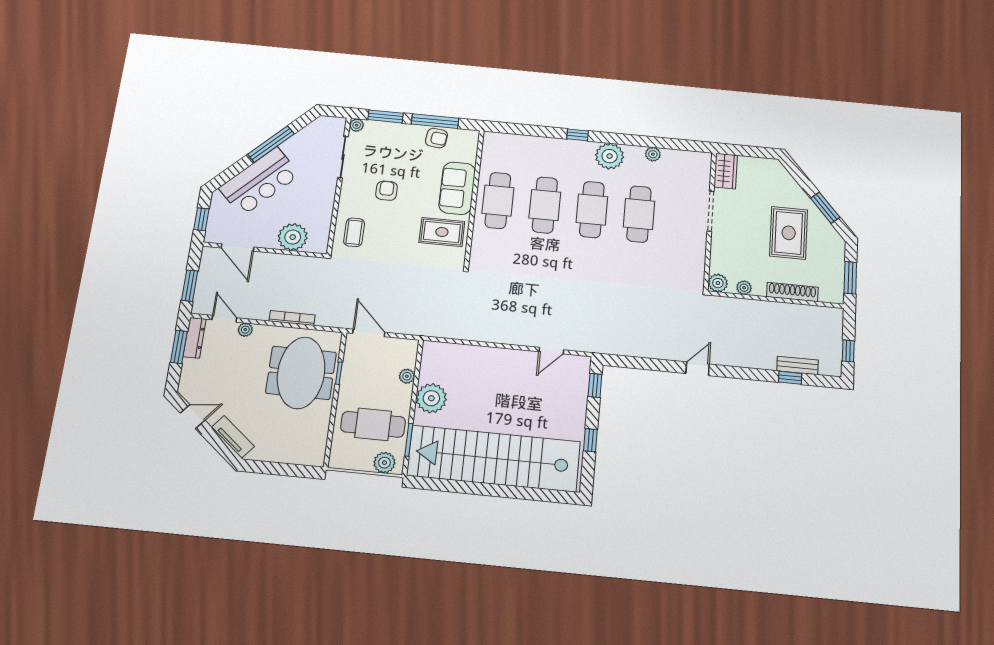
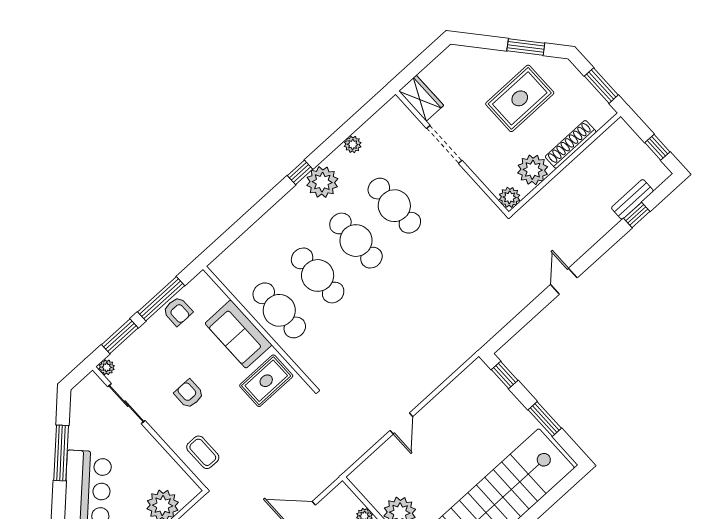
window: (577, 135) -> (300, 172), moved
armchair: (436, 138) -> (178, 311), turned 83
rug: (789, 233) -> (520, 98), turned 90
plant: (744, 288) -> (533, 170), width x1.87, depth x1.87
door: (551, 351) -> (401, 424), moved
window: (590, 440) -> (545, 419), width x1.50

